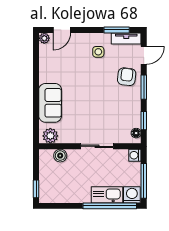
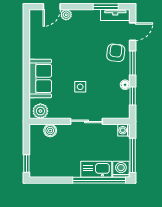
plant: (44, 38) -> (66, 15), moved
side table: (98, 52) -> (80, 87), moved
floor lamp: (136, 133) -> (125, 85), moved

